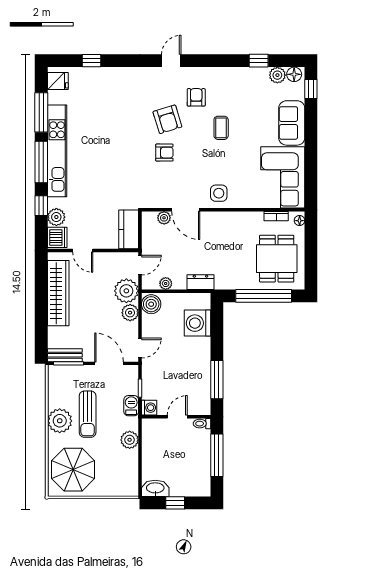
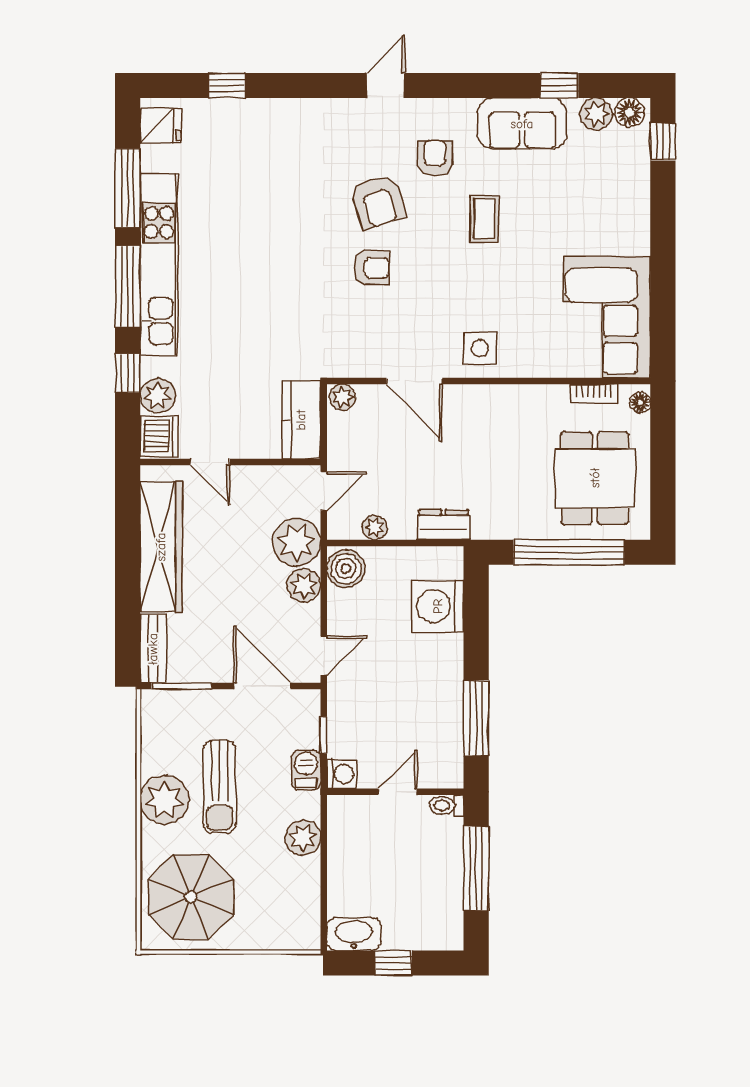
sofa: (292, 123) -> (522, 124), moved, turned -90
plant: (164, 218) -> (342, 397), moved
bench: (65, 355) -> (153, 649), moved, turned 90

